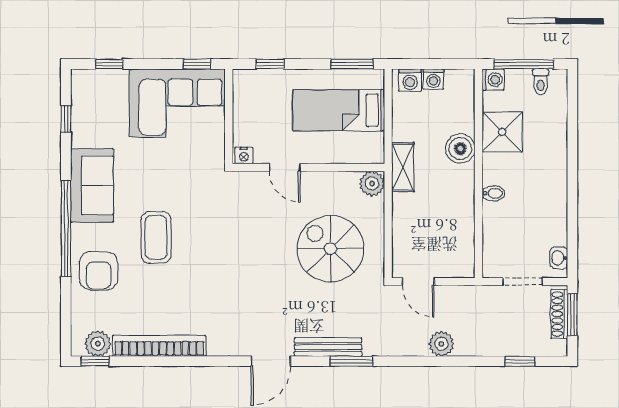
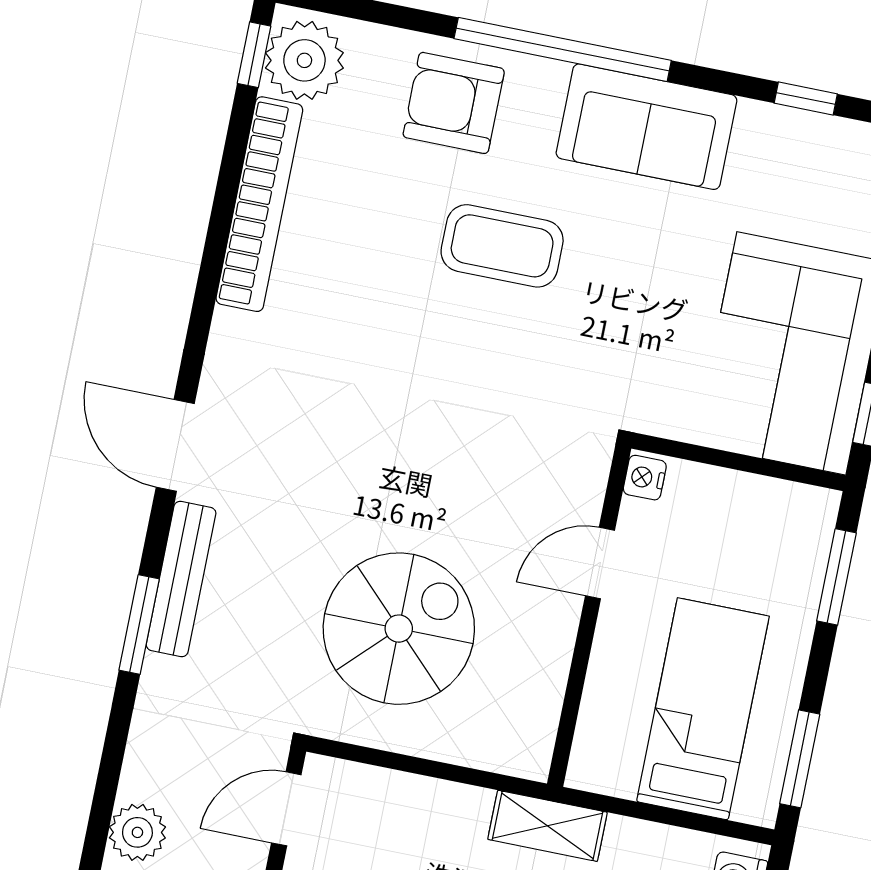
window: (270, 64) -> (836, 577), width x1.50
plant: (372, 184) -> (525, 750), removed
plant: (98, 344) -> (304, 60), width x1.36, depth x1.36

